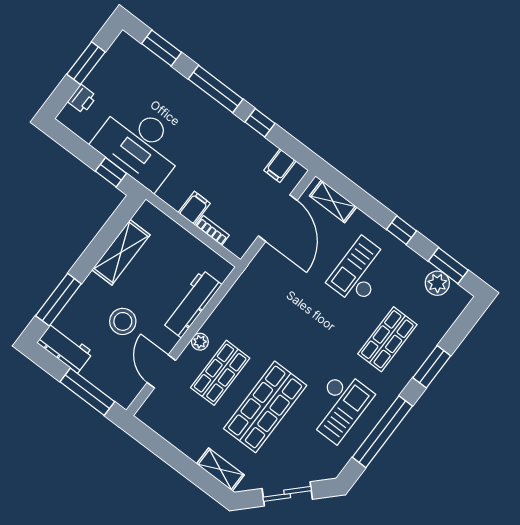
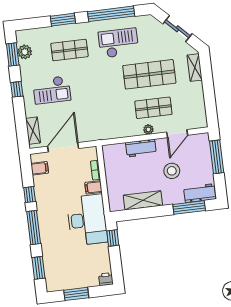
printer: (82, 99) -> (106, 279), moved
desk: (140, 145) -> (87, 220), moved
workbench: (192, 304) -> (141, 148), width x0.73
workbench: (65, 348) -> (200, 193), moved, turned 90

